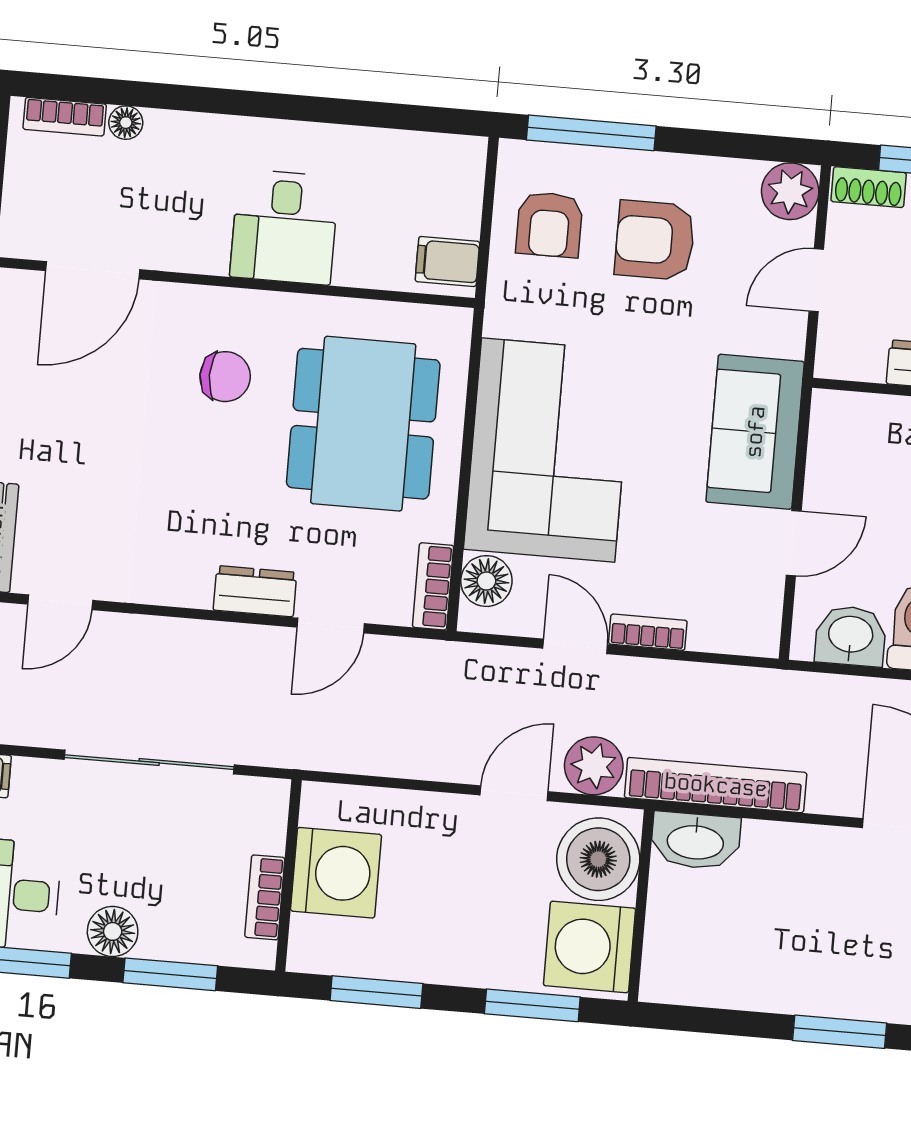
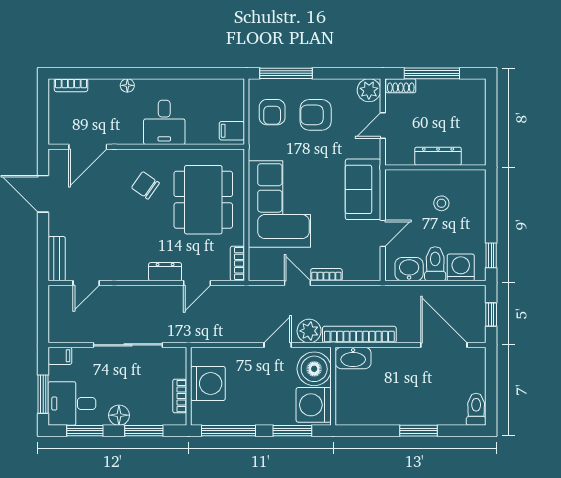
floor lamp: (126, 123) -> (127, 85), moved
chair: (225, 377) -> (145, 185), turned -145
floor lamp: (486, 581) -> (259, 259), removed
window: (376, 992) -> (228, 431), width x1.44

